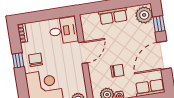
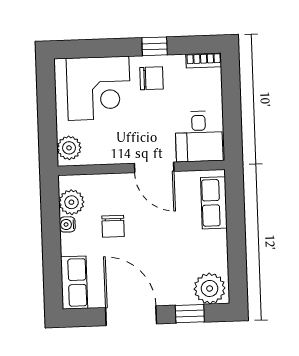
row of seats: (113, 16) -> (214, 203), moved

